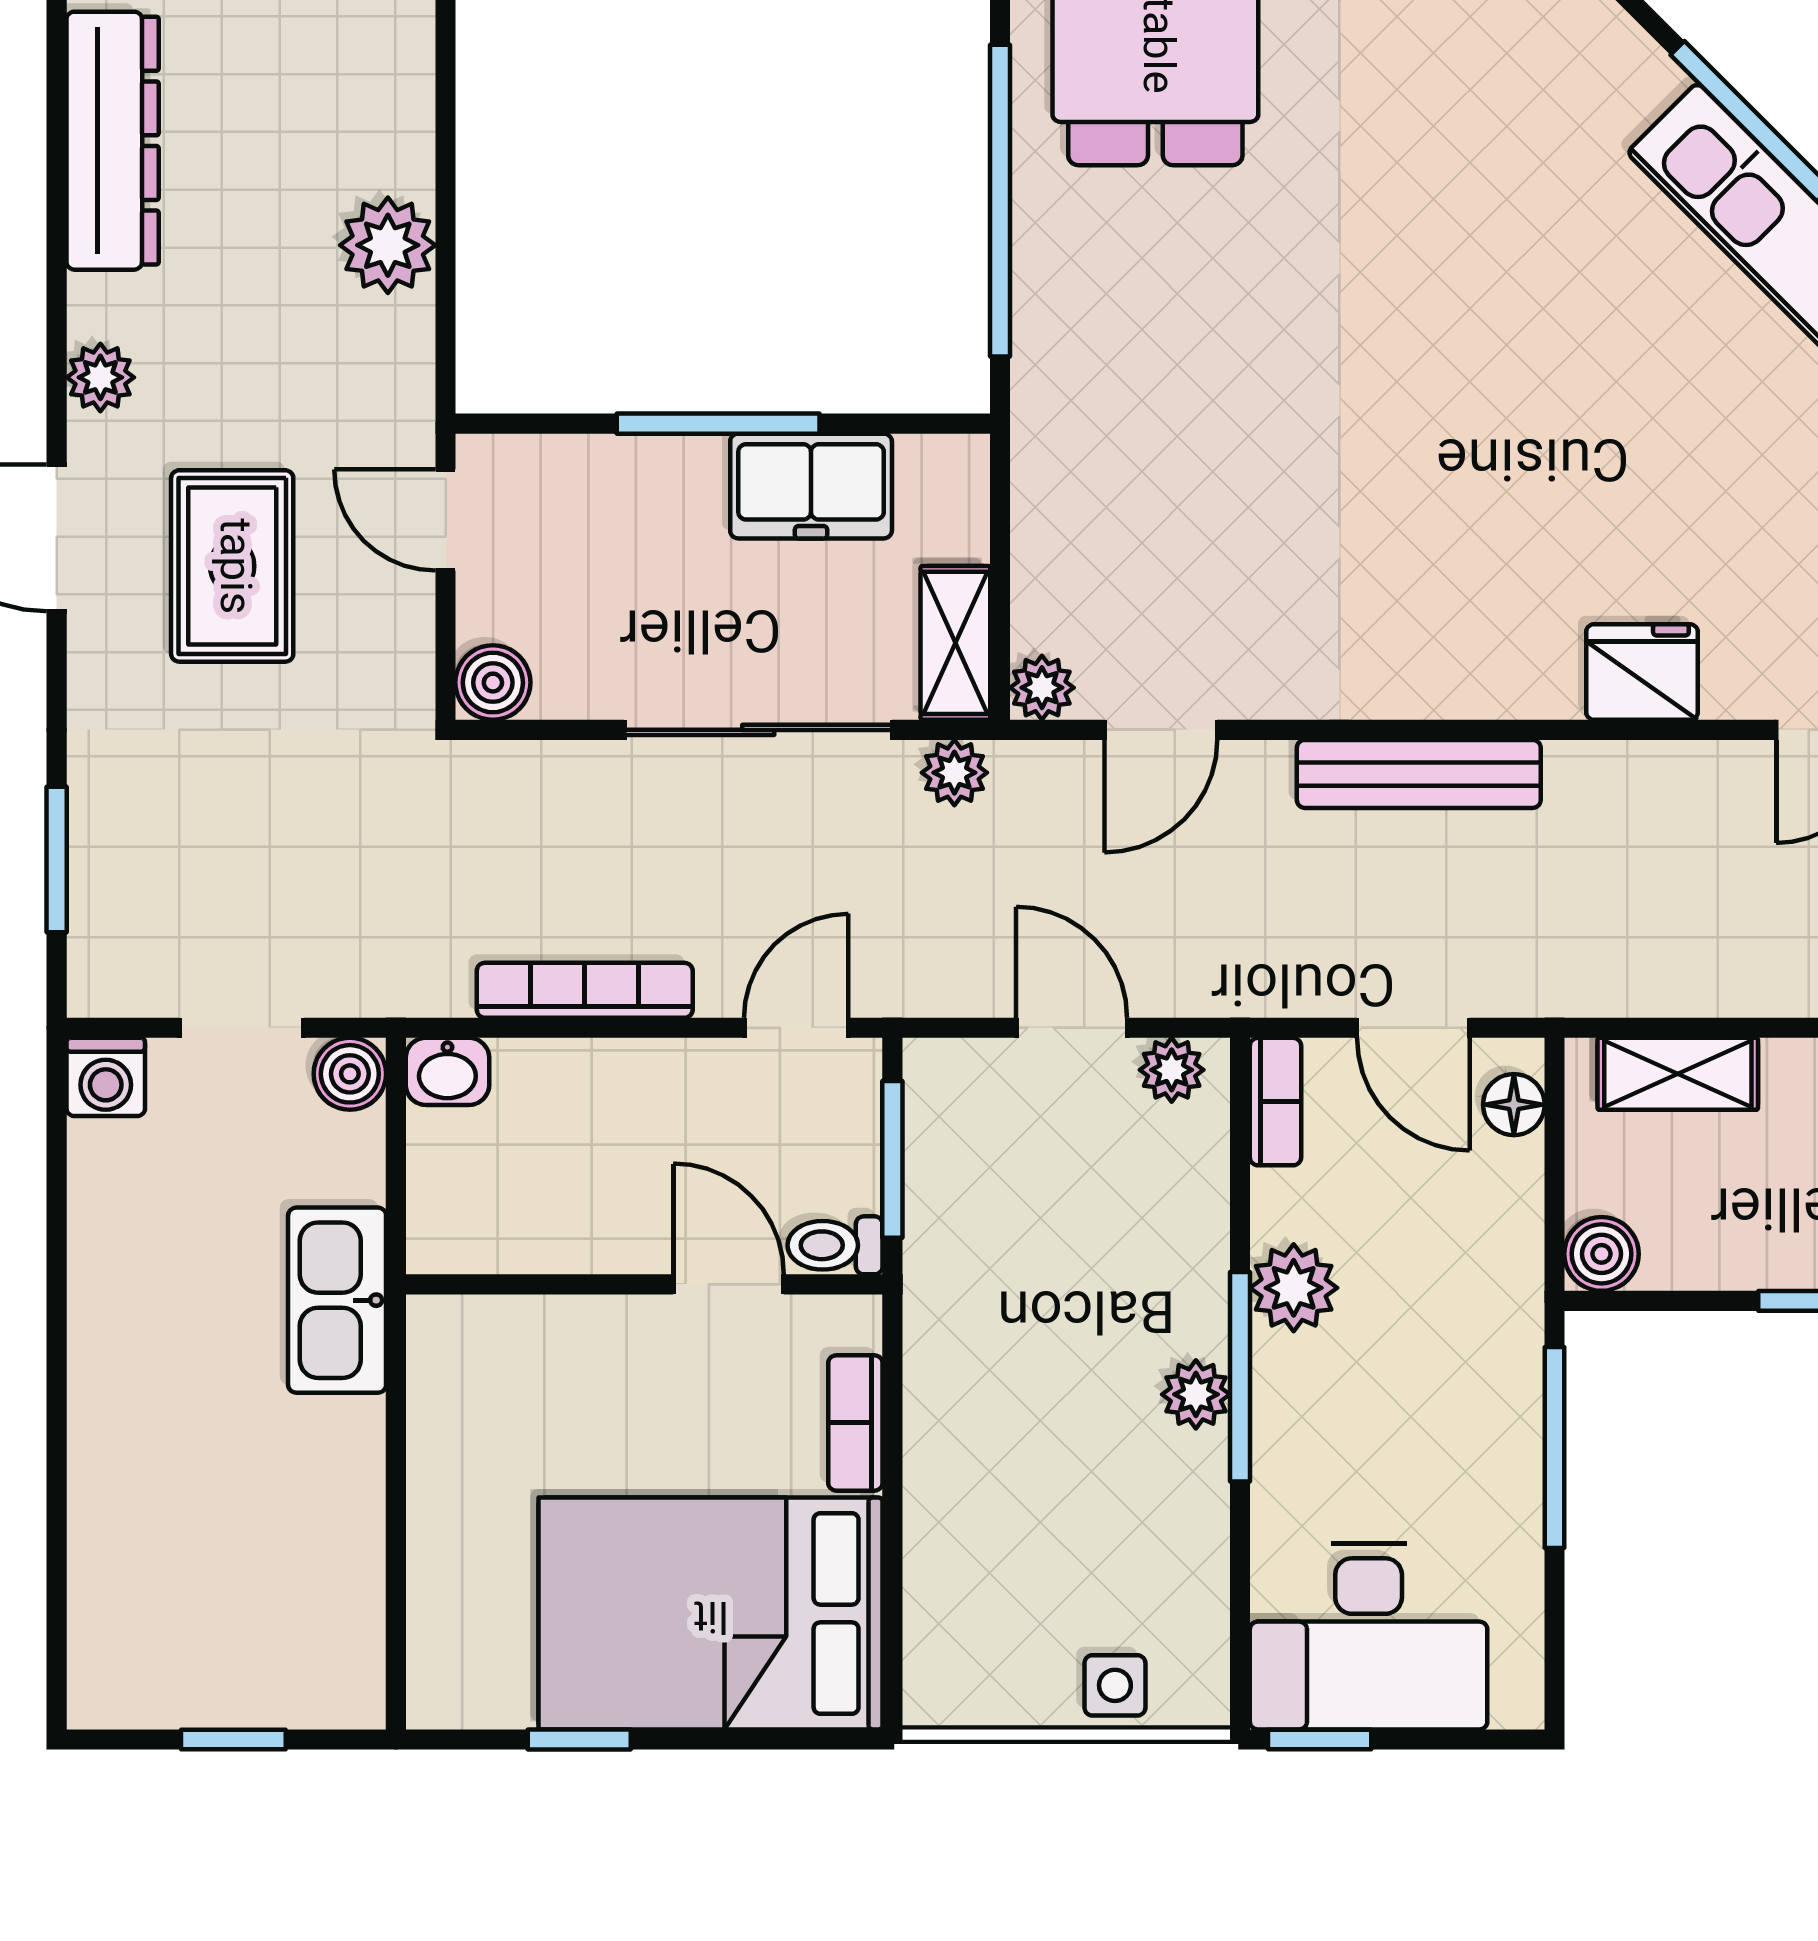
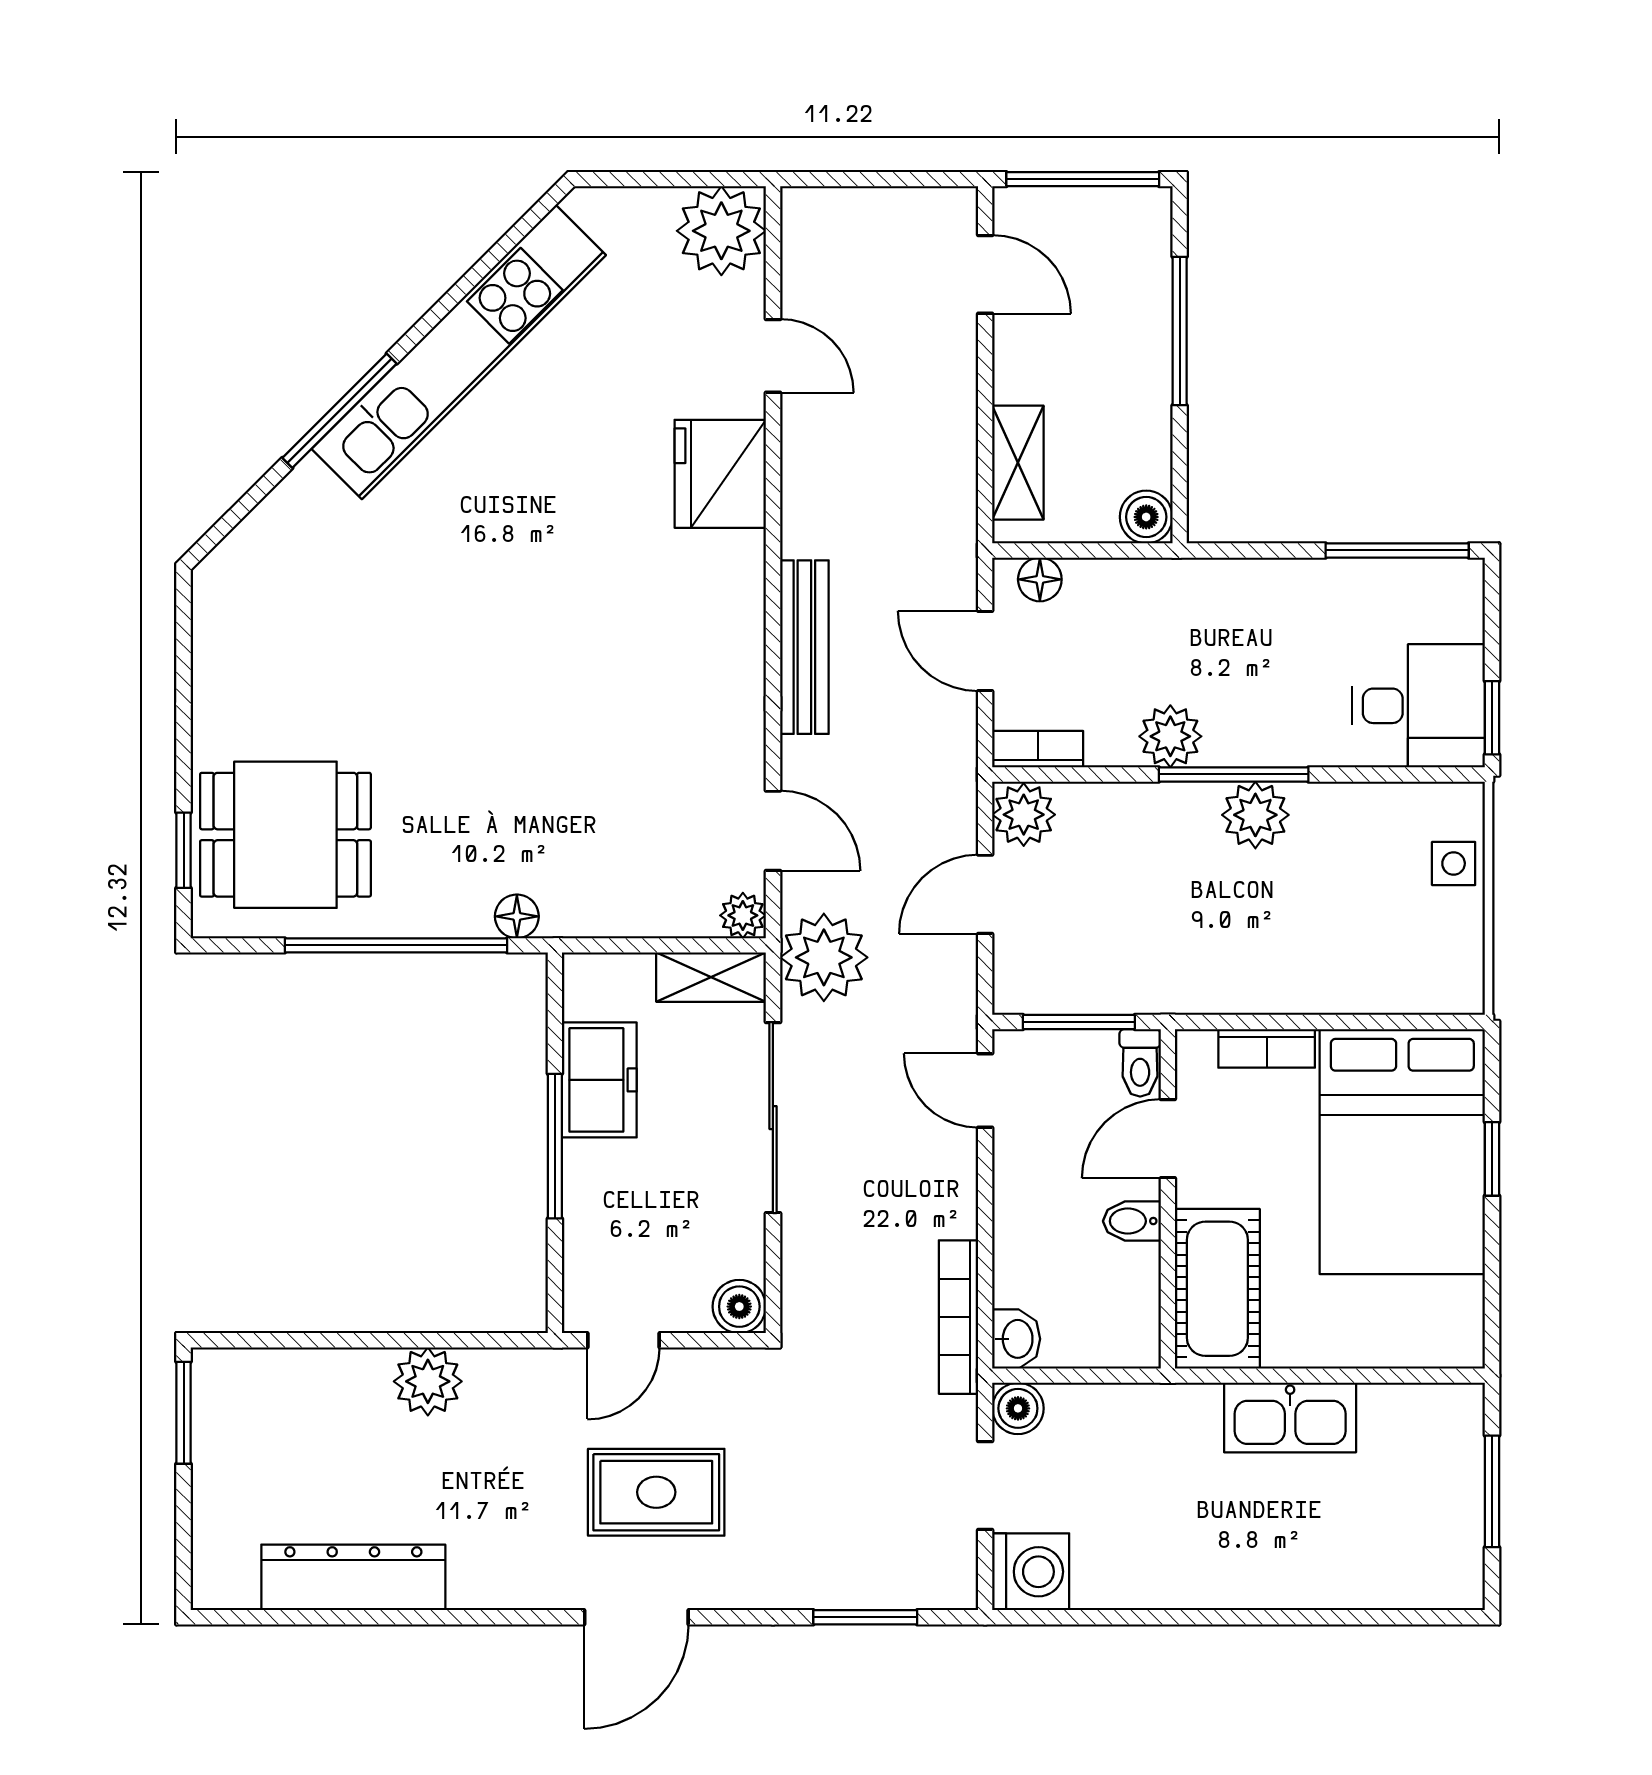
floor lamp: (1041, 370) -> (517, 916), added
plant: (100, 377) -> (522, 1586), removed
fridge: (1642, 672) -> (720, 474), width x1.36, depth x1.34
plant: (954, 773) -> (824, 957), width x1.88, depth x1.88
bookcase: (585, 990) -> (958, 1317), moved
door: (1413, 1028) -> (985, 651), swing flipped
plant: (1172, 1070) -> (1024, 815), width x1.38, depth x1.38
washing machine: (106, 1077) -> (1031, 1572), width x1.38, depth x1.38
bidet: (613, 1234) -> (1132, 1221), added
kitchen sink: (337, 1300) -> (1290, 1418), moved
cot: (518, 1354) -> (1217, 1289), added
plant: (1196, 1394) -> (1255, 815), width x1.38, depth x1.38
window: (1554, 1448) -> (1397, 550), moved
desk: (1369, 1636) -> (1419, 706), width x0.73
window: (233, 1740) -> (1492, 1491), width x1.50
window: (579, 1740) -> (1492, 1159), moved

